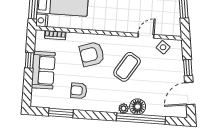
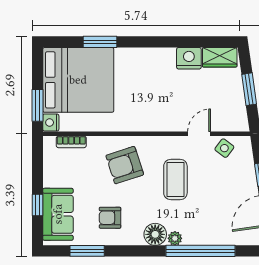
window: (29, 60) -> (37, 205), moved
coffee table: (127, 67) -> (175, 180), turned -32
sofa: (43, 70) -> (58, 214), moved
floor lamp: (138, 107) -> (155, 234), moved

